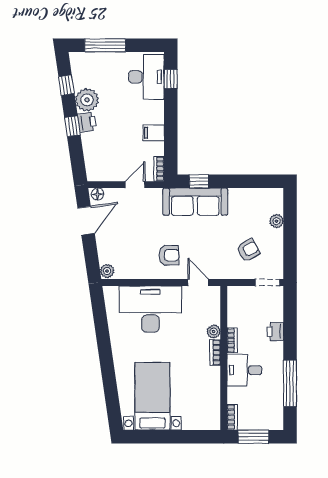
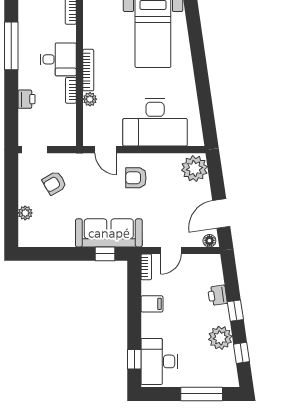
printer: (87, 122) -> (218, 295), moved
plant: (107, 271) -> (194, 169), width x1.87, depth x1.87
bookcase: (215, 353) -> (88, 70), width x1.56

